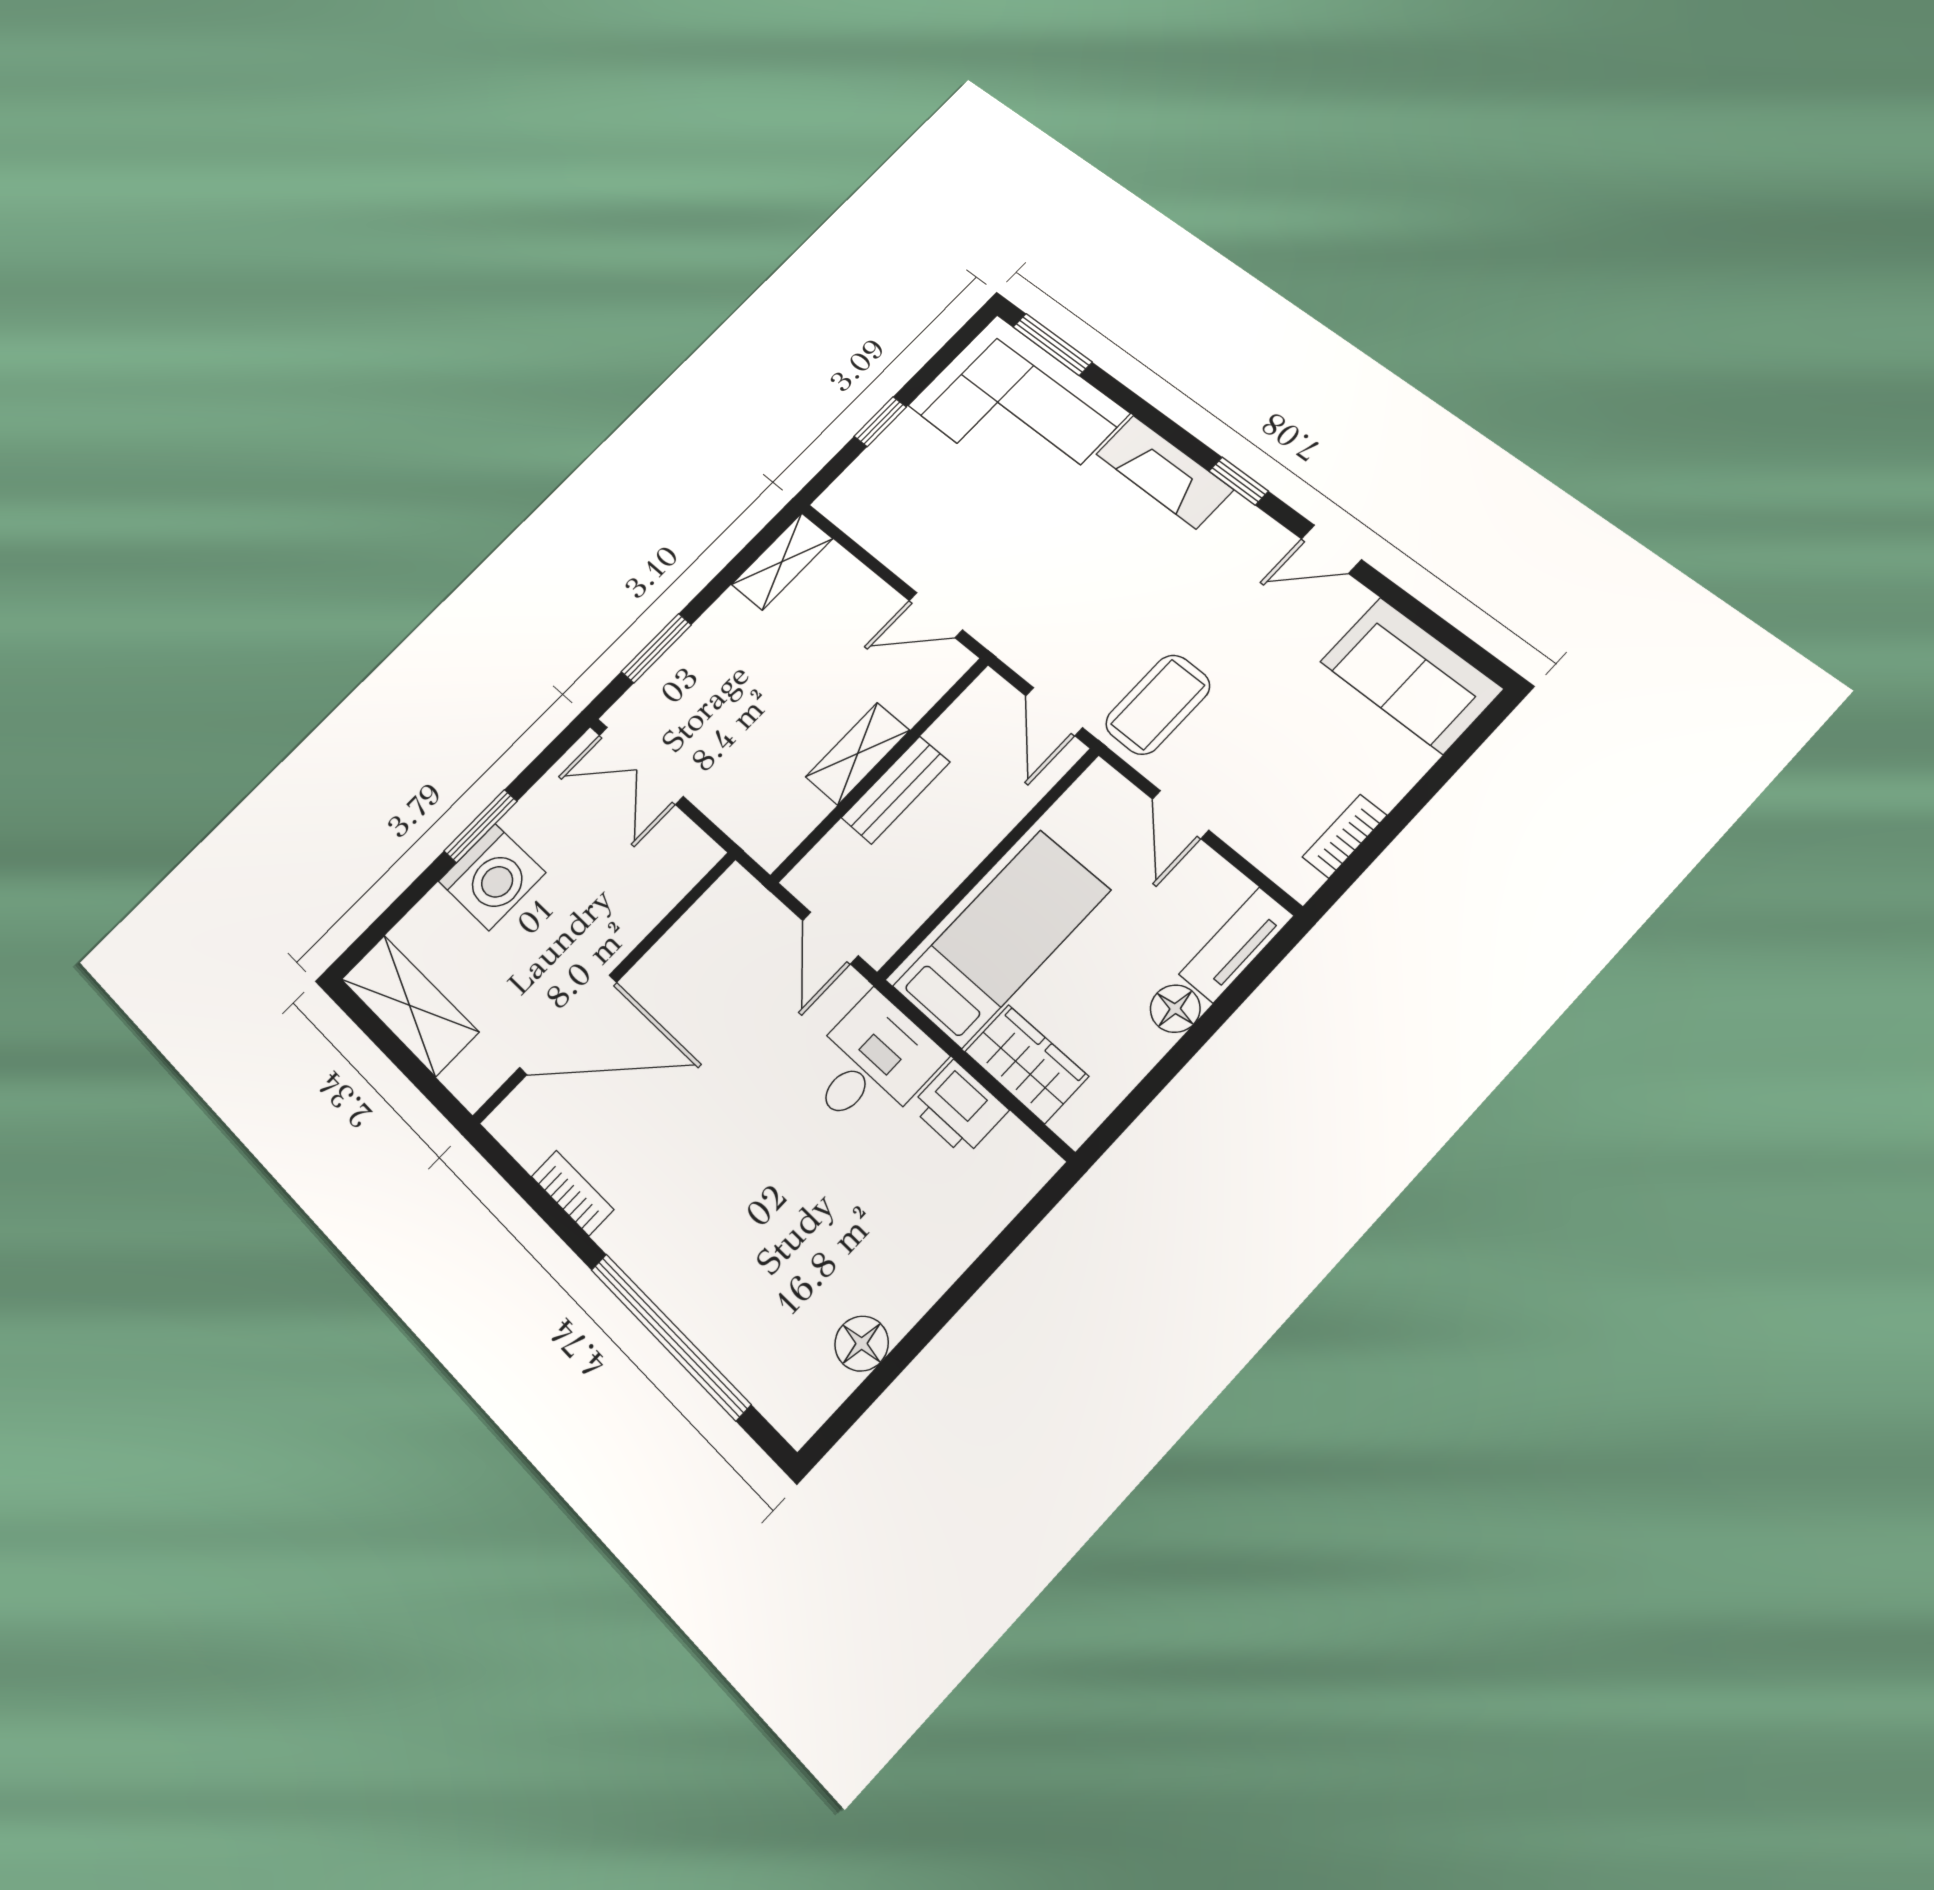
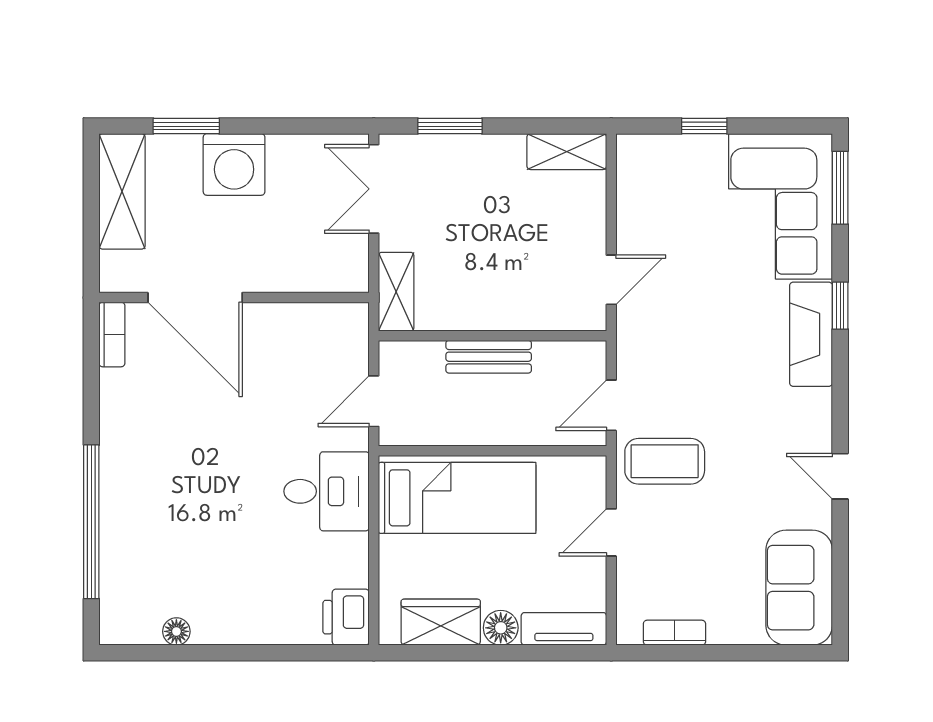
window: (1239, 481) -> (840, 306), moved
door: (936, 615) -> (611, 280), swing flipped
shelving: (858, 754) -> (396, 292), moved, turned 90
window: (480, 826) -> (186, 126), moved
wardrobe: (1026, 1064) -> (441, 622), moved, turned -90
printer: (959, 1108) -> (346, 617), moved
bookcase: (573, 1193) -> (112, 334), moved
floor lamp: (862, 1344) -> (176, 631), width x0.73, depth x0.73

